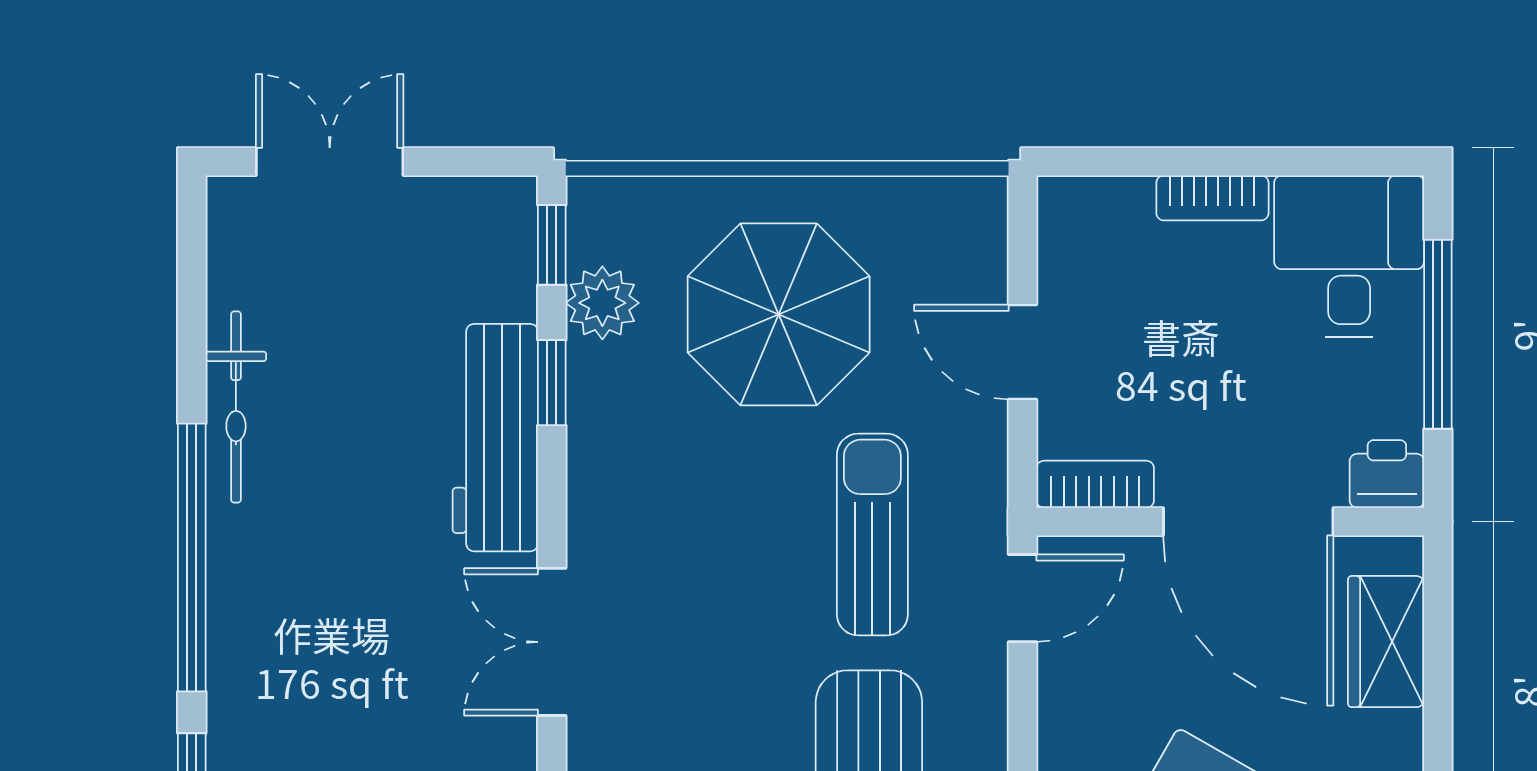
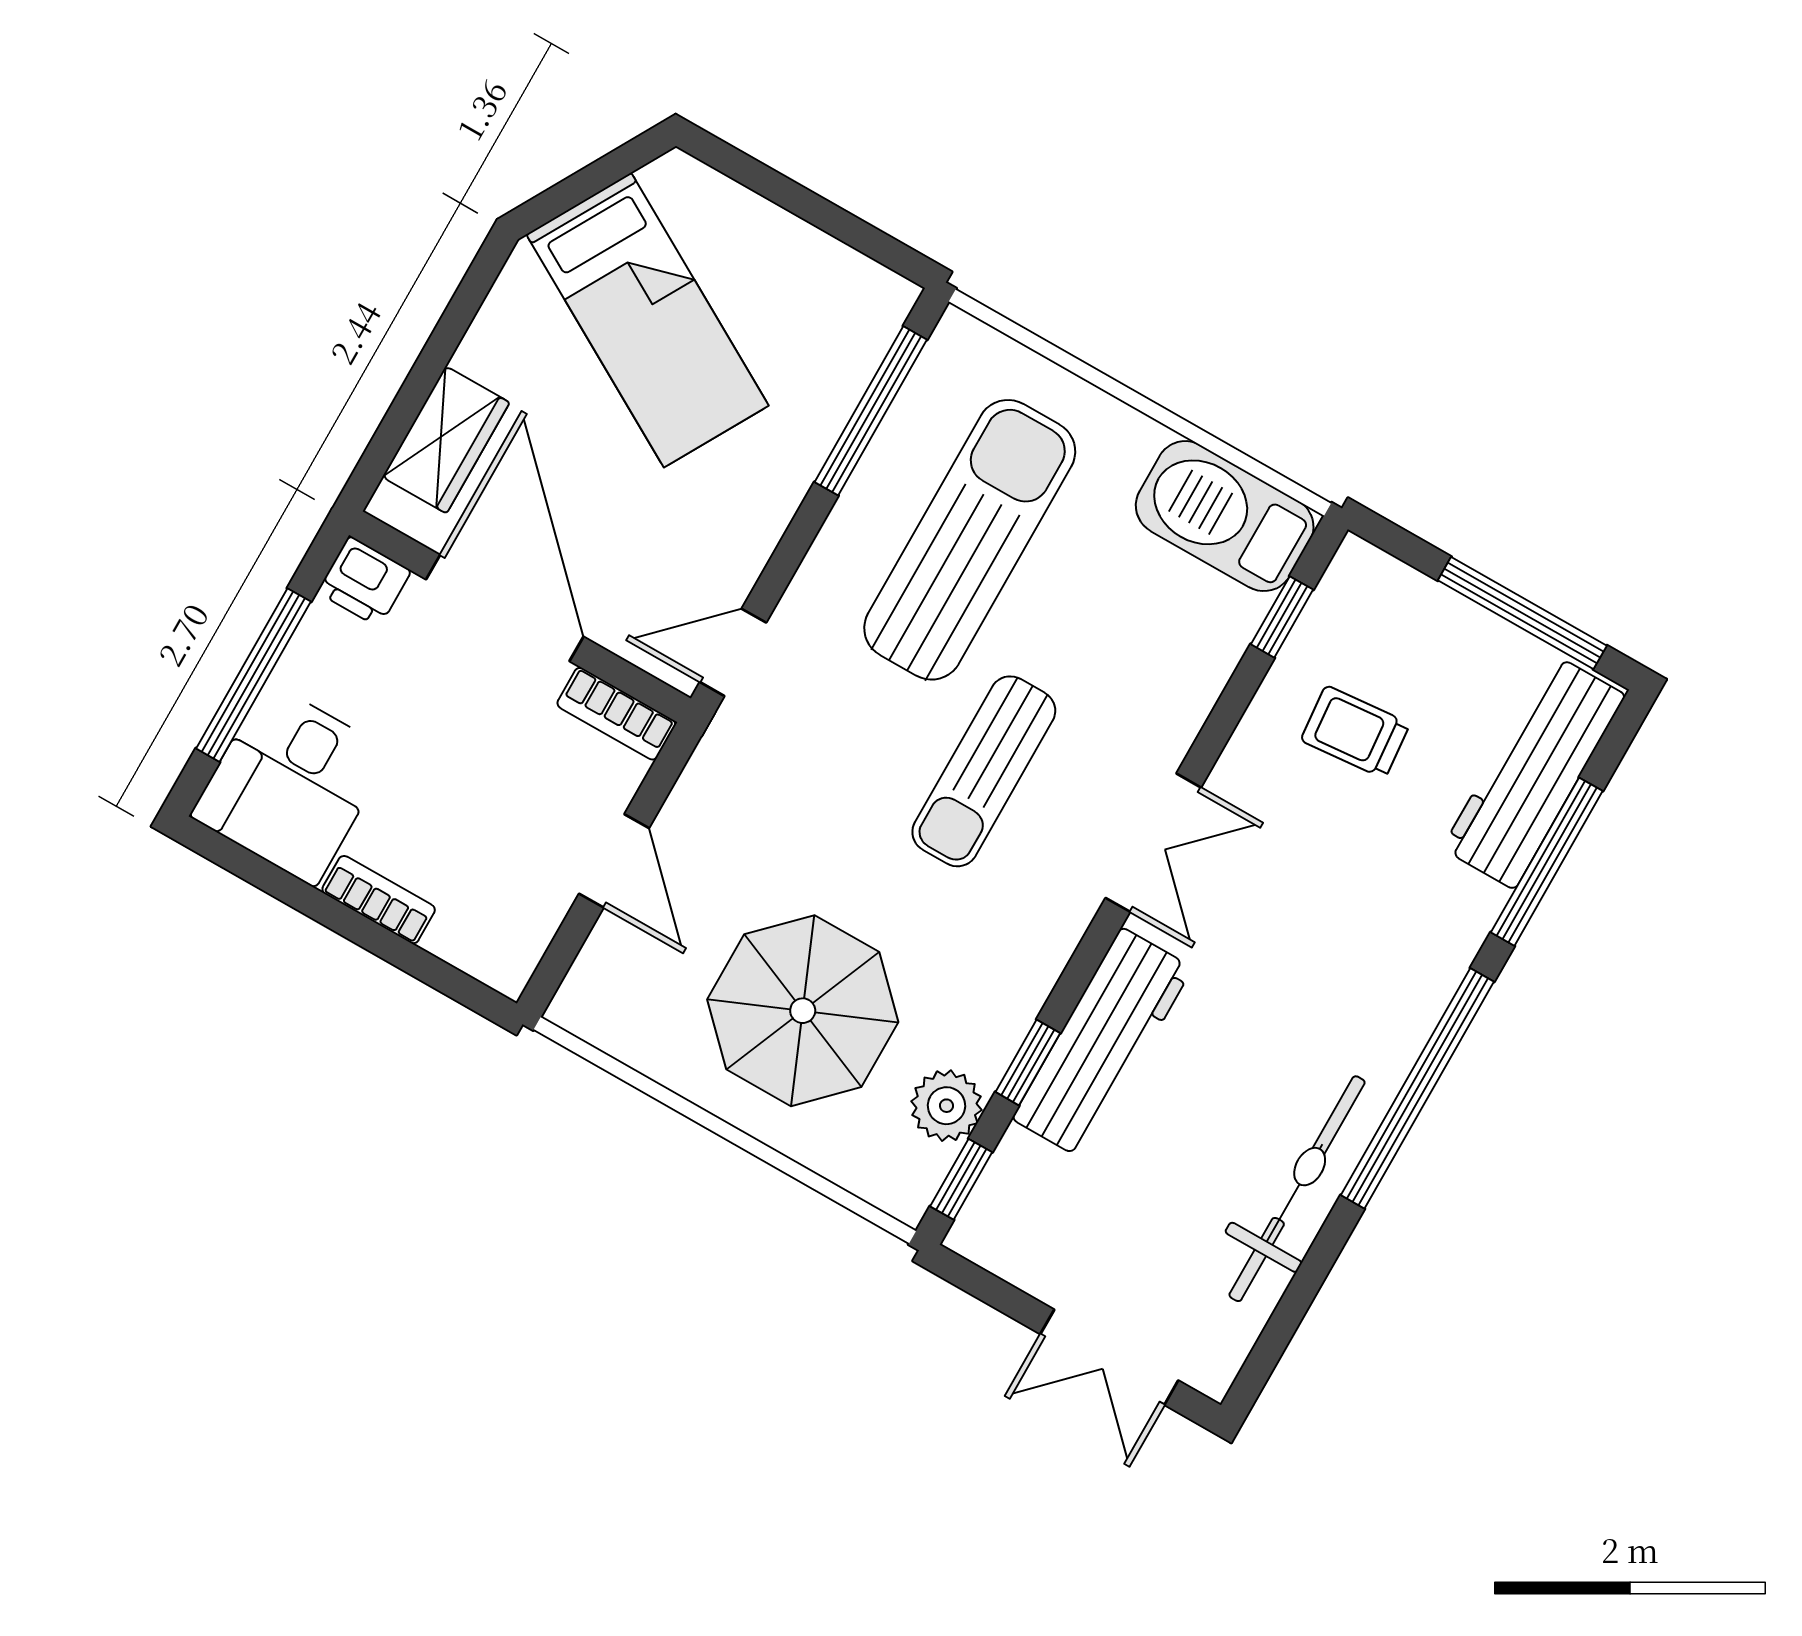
bicycle: (236, 407) -> (1297, 1189), width x1.37, depth x1.40
sun lounger: (872, 535) -> (984, 771), moved

